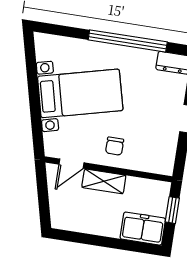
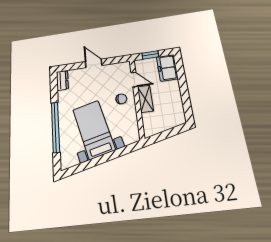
window: (128, 41) -> (55, 127), moved
door: (72, 164) -> (134, 79), moved

